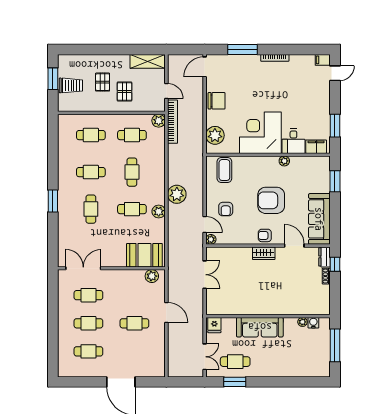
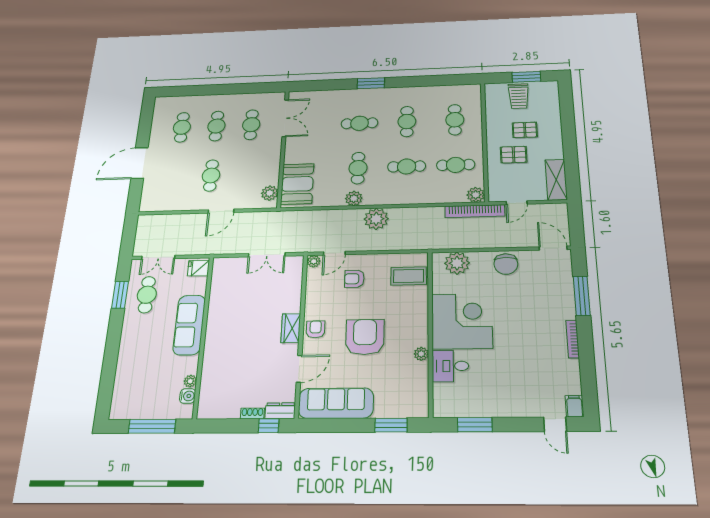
cafe table: (132, 135) -> (456, 165), turned 90
filing cabinet: (316, 147) -> (443, 398), removed

